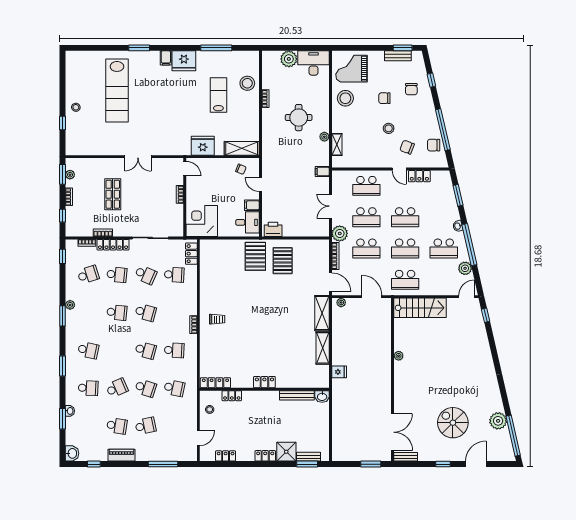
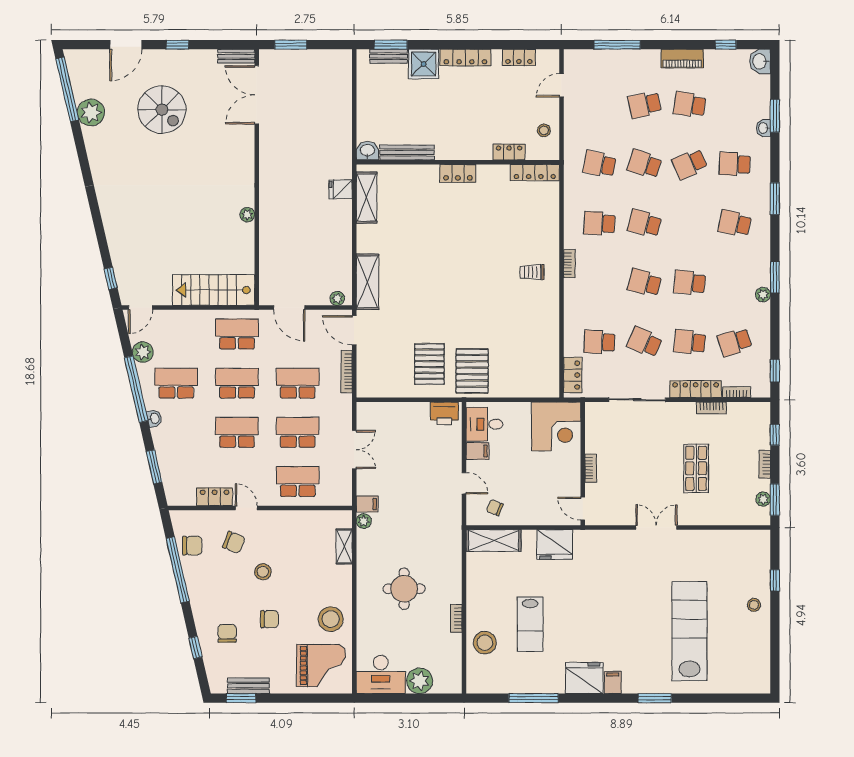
plant: (324, 137) -> (364, 521), moved
plant: (340, 233) -> (340, 407), removed
shelving: (323, 348) -> (367, 198), moved
locker: (265, 456) -> (465, 58), width x1.53

